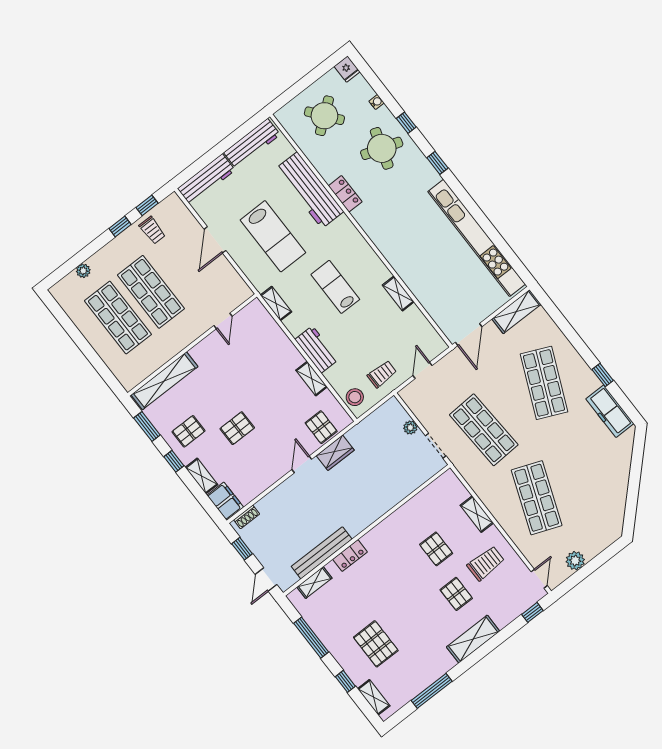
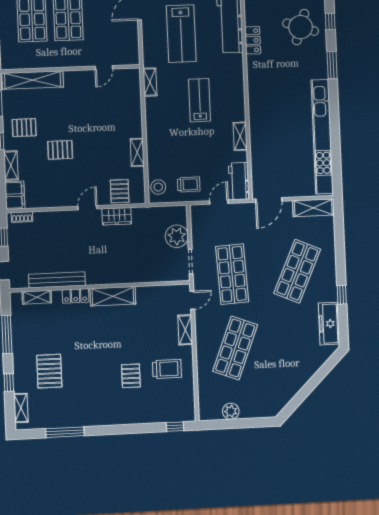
window: (437, 163) -> (332, 65), width x1.50
workbench: (317, 350) -> (239, 181), moved, turned 180
plant: (410, 428) -> (177, 236), width x1.88, depth x1.88
pallet: (436, 549) -> (139, 334), removed
door: (539, 579) -> (192, 300), moved
shelving: (473, 639) -> (113, 296), moved

